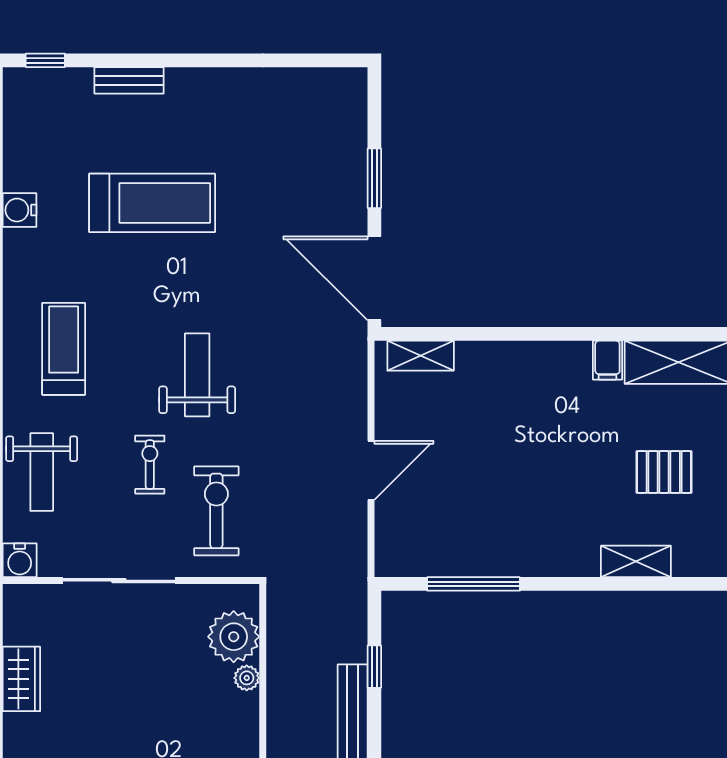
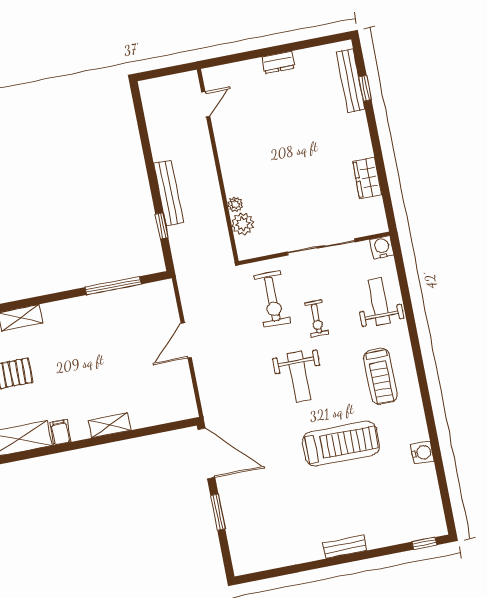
bench: (129, 80) -> (345, 547), moved
treadmill: (152, 203) -> (341, 444), moved, turned 180
shelving: (421, 356) -> (110, 425), moved
plant: (234, 637) -> (243, 224), width x0.73, depth x0.73

